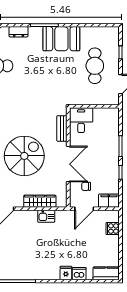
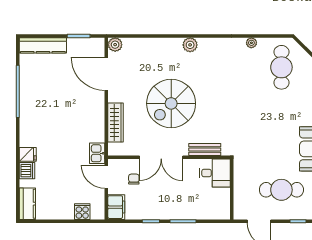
spiral stairs: (24, 156) -> (171, 103), turned 90
kitchen sink: (46, 216) -> (97, 153), moved

